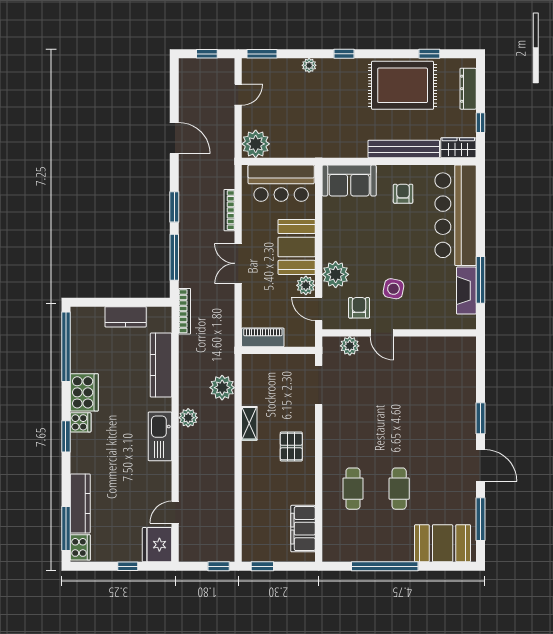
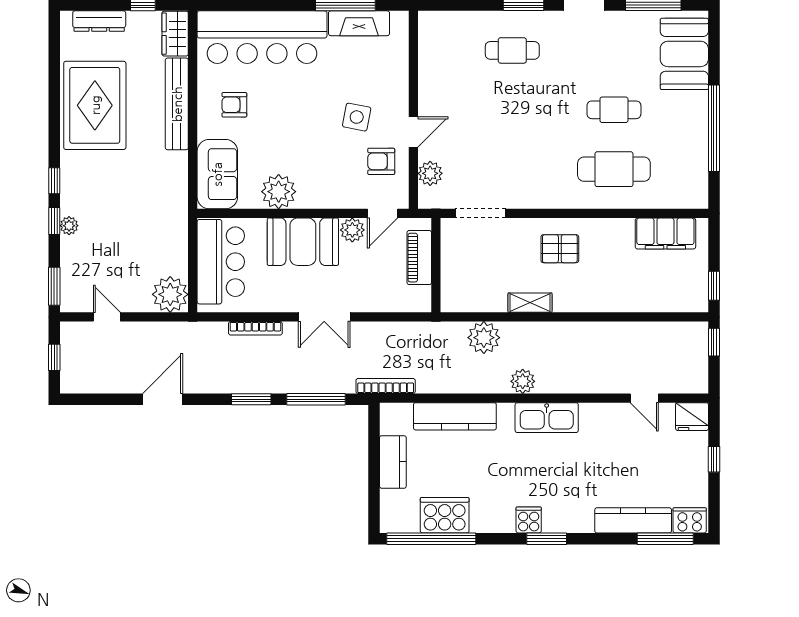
window: (429, 54) -> (54, 221), moved
plant: (336, 274) -> (279, 192), moved
piano: (263, 337) -> (419, 258), moved
cooker: (84, 392) -> (445, 515), moved
cafe table: (445, 410) -> (512, 50), added
cafe table: (353, 489) -> (614, 169), width x1.37, depth x1.35
fridge: (157, 545) -> (692, 417), width x0.73, depth x0.75

